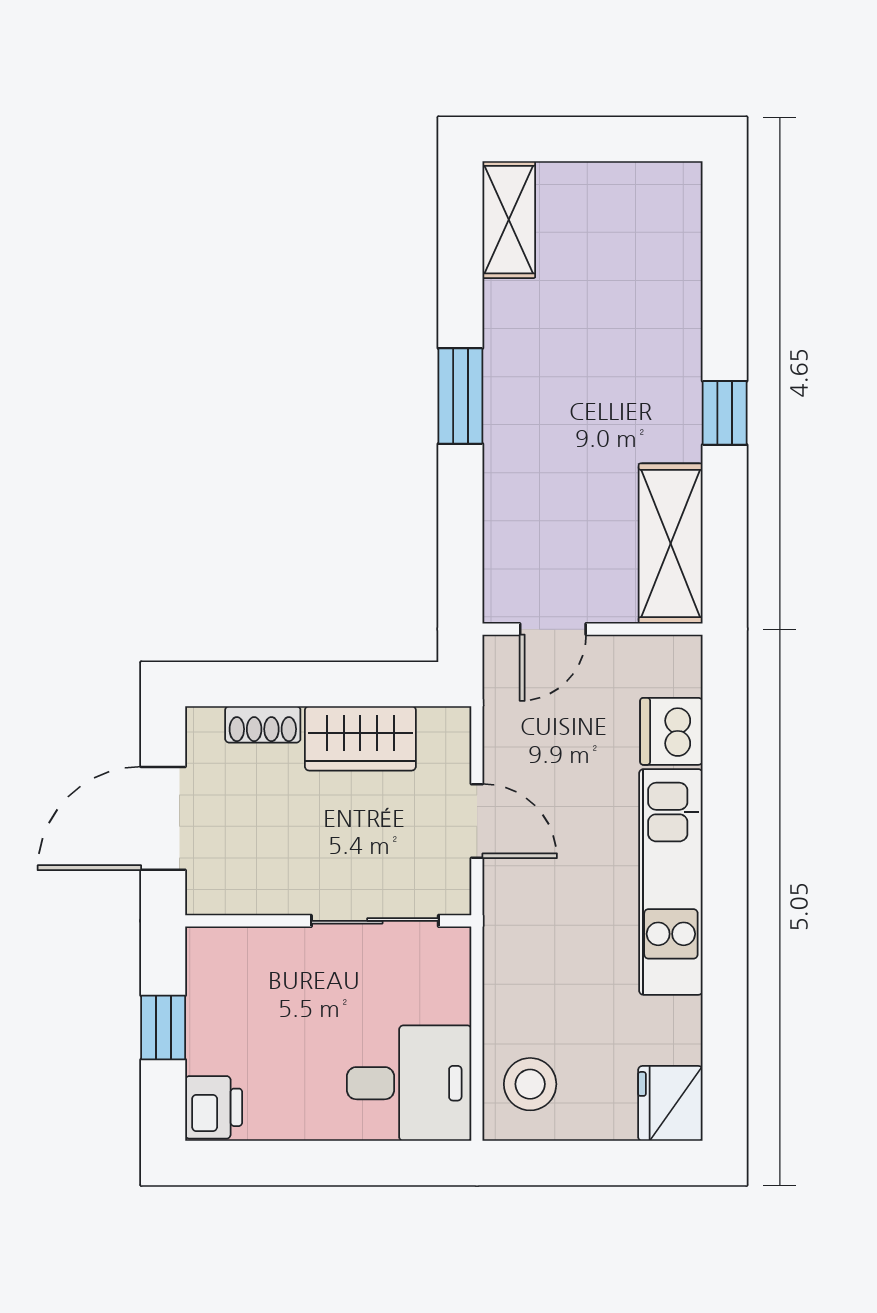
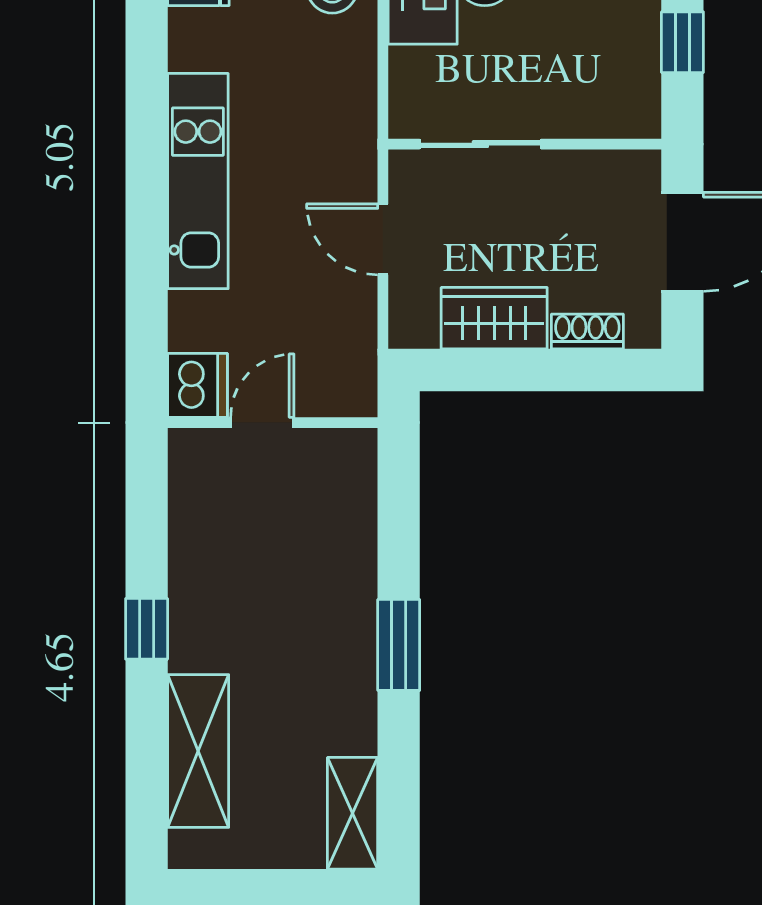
shelving: (671, 543) -> (198, 751), moved
door: (553, 629) -> (262, 423), moved
dishwasher: (671, 731) -> (197, 385), moved

